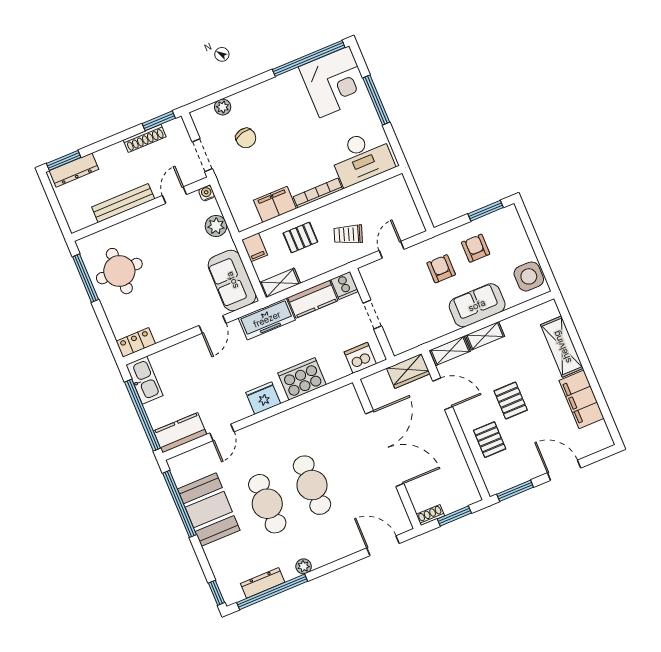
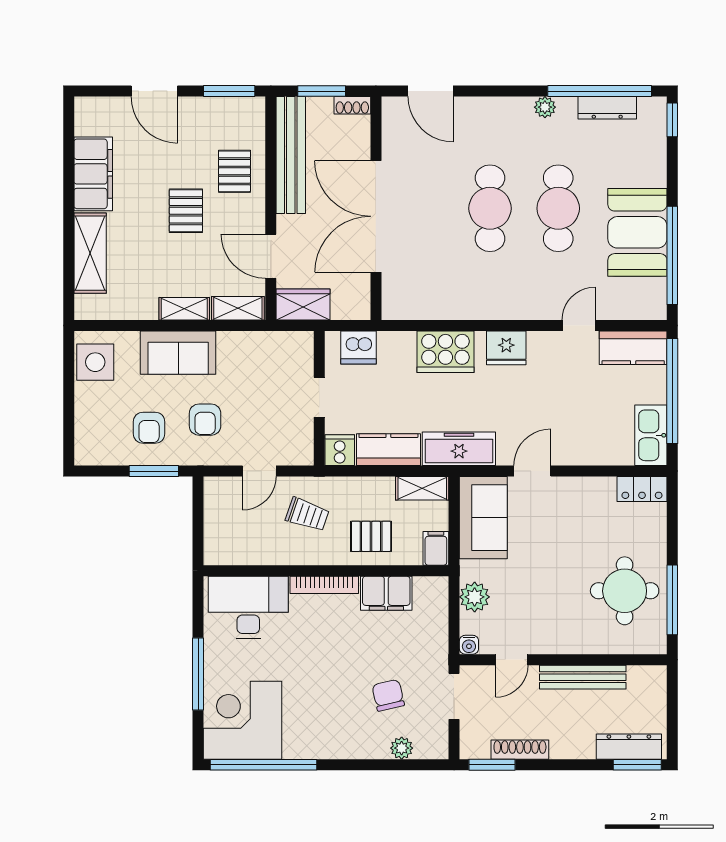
window: (486, 211) -> (154, 471), moved
bench: (457, 466) -> (291, 155), added

